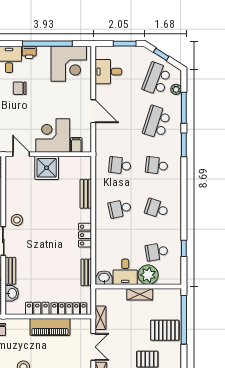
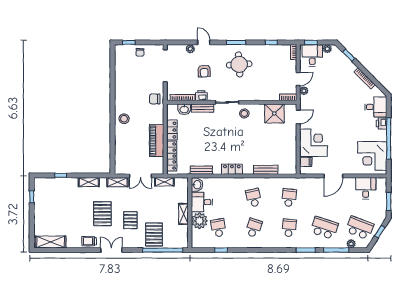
chair: (20, 88) -> (352, 116), removed
shower: (47, 168) -> (274, 113), moved

